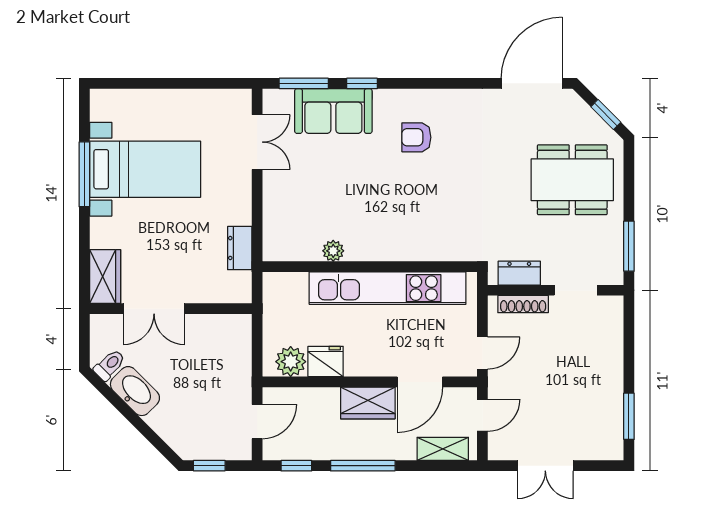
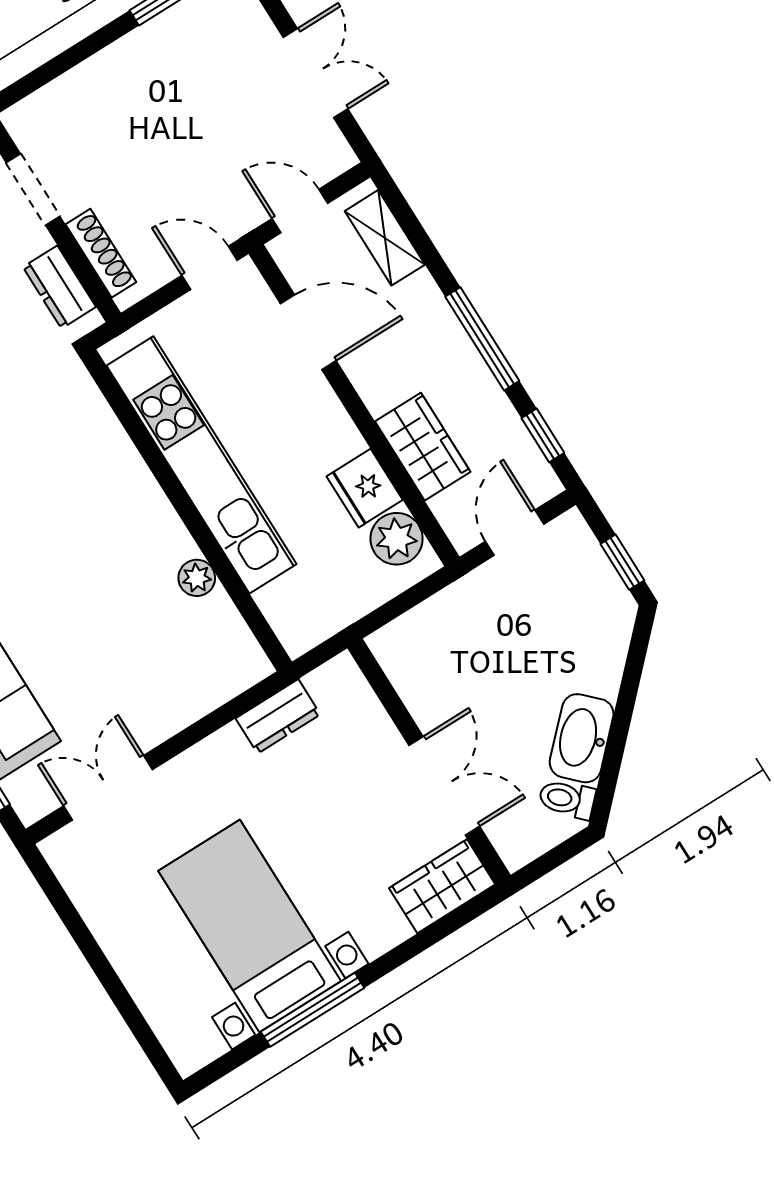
wardrobe: (368, 403) -> (423, 447), moved
door: (257, 422) -> (515, 533), hinge flipped

